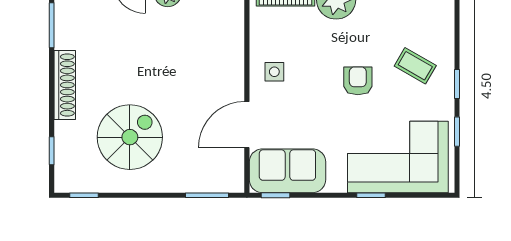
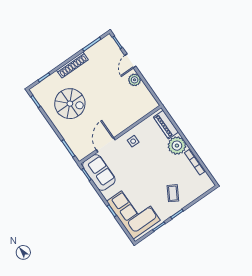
armchair: (358, 81) -> (152, 175), removed
door: (247, 125) -> (106, 145), hinge flipped

